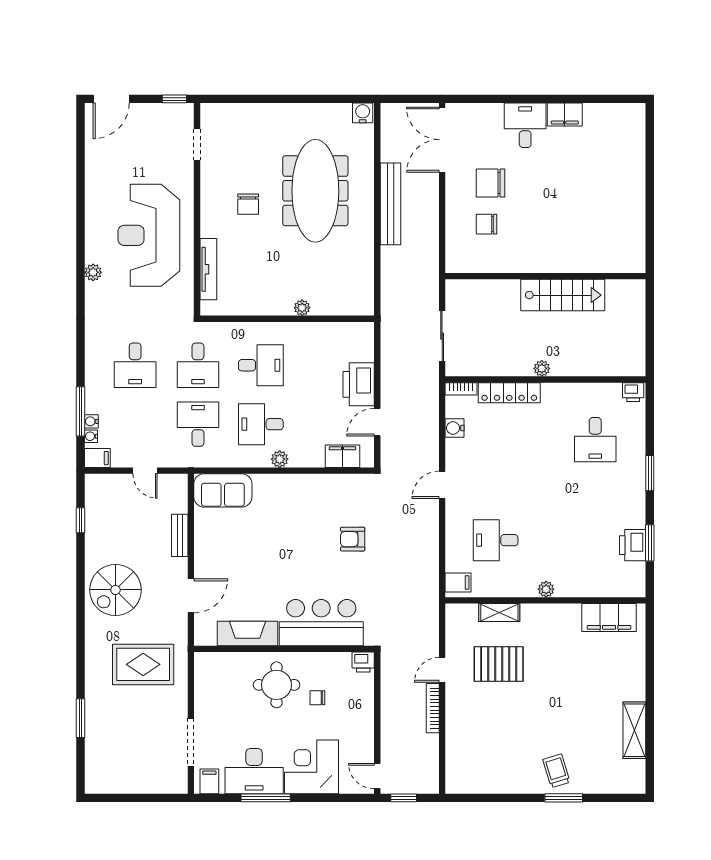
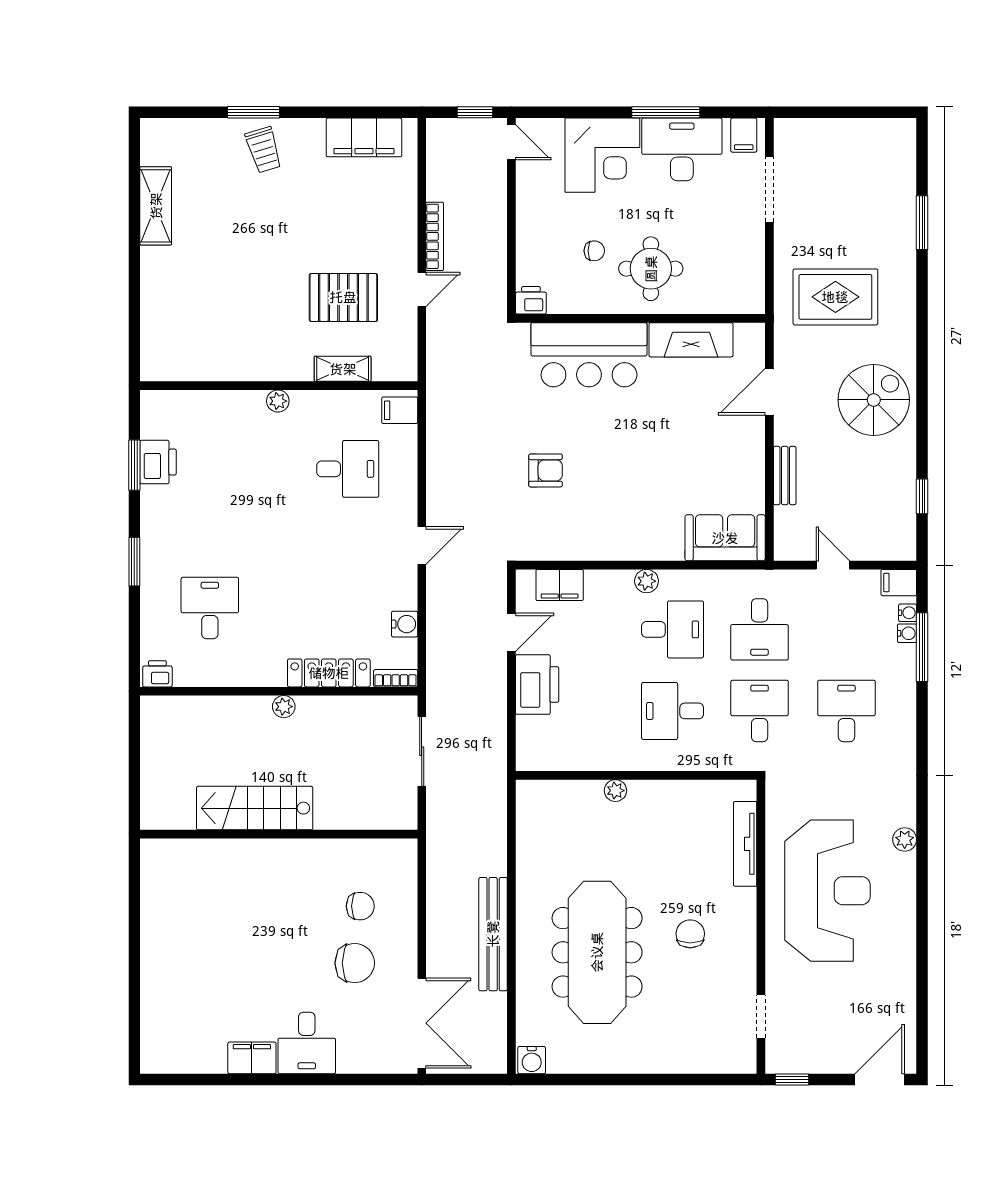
filing cabinet: (609, 617) -> (364, 137), moved, turned 180

